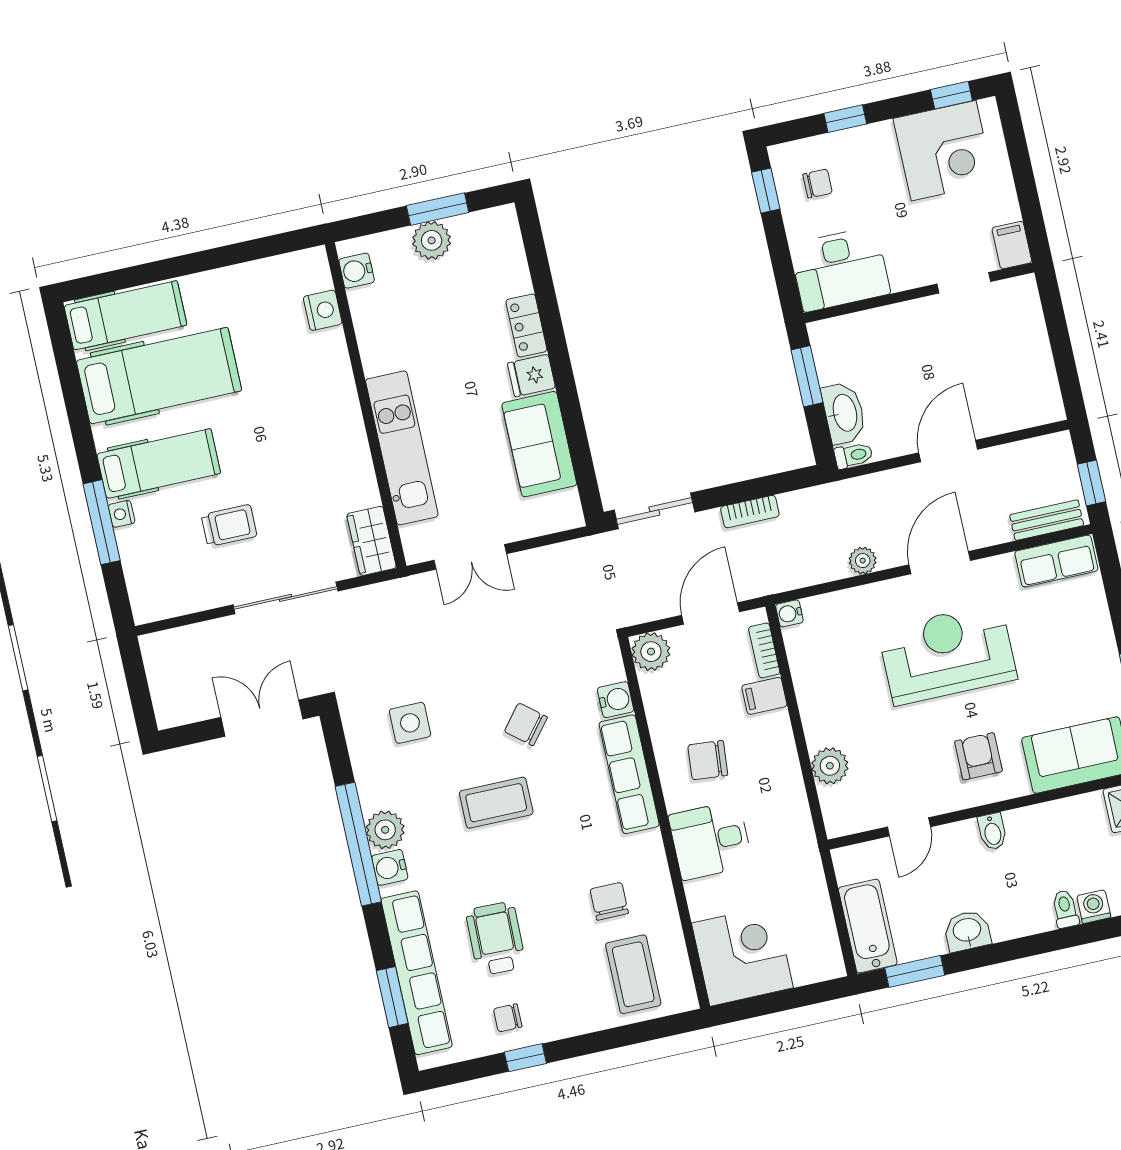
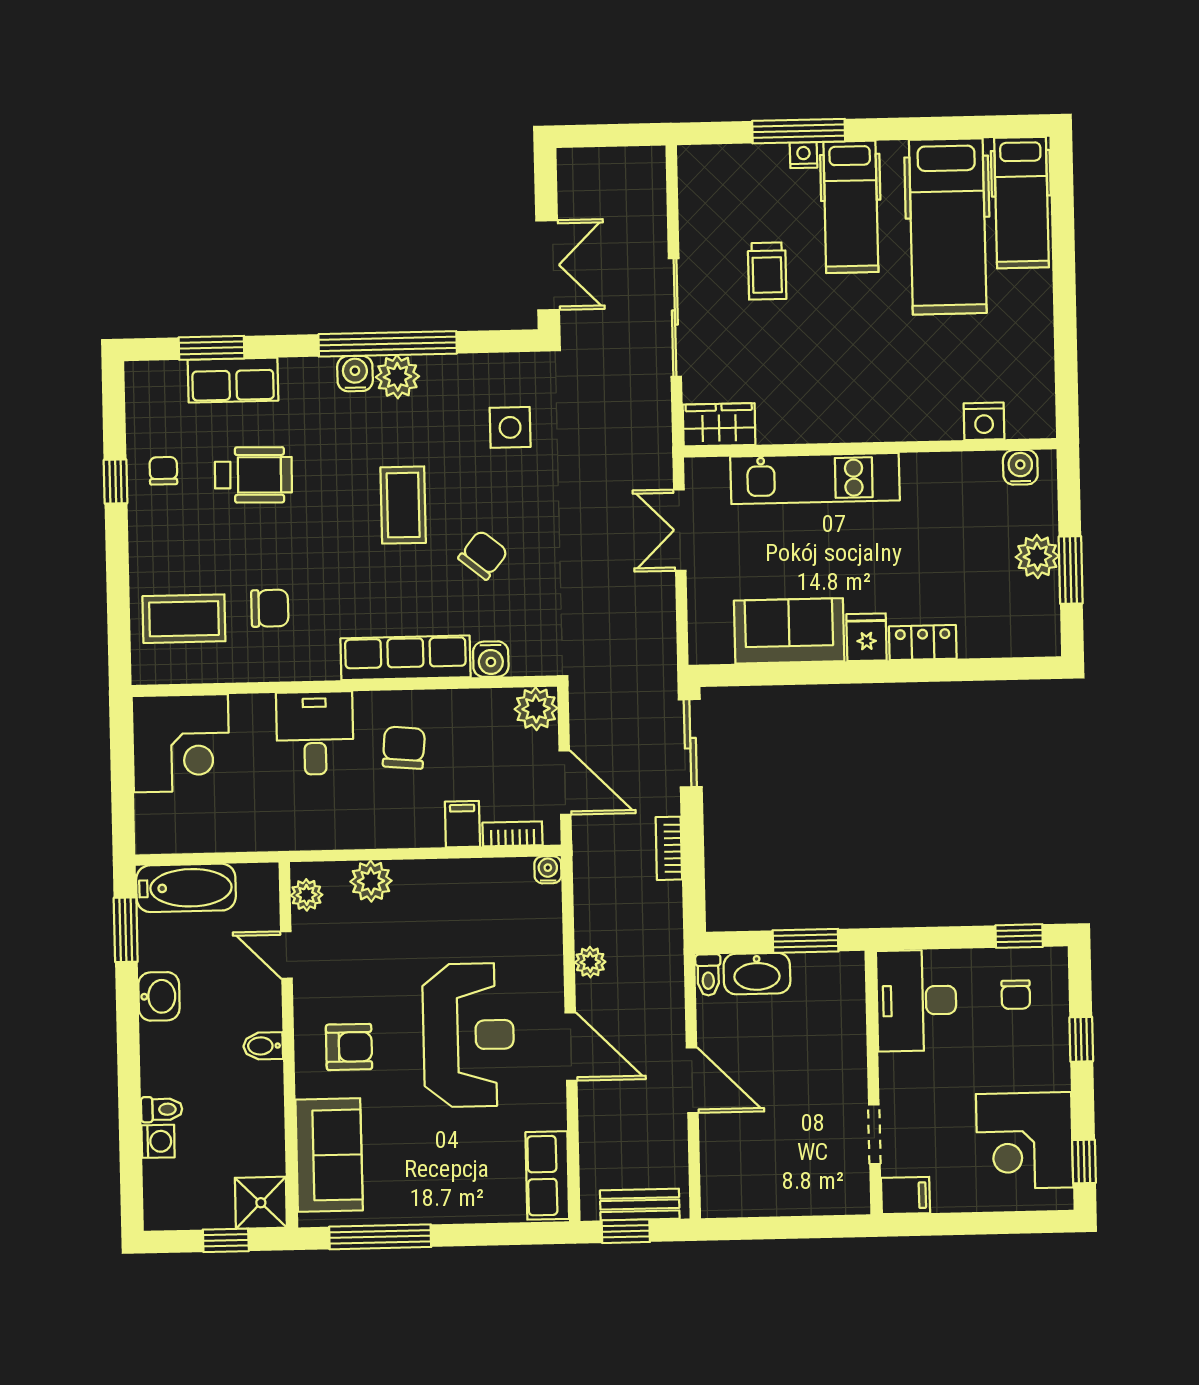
bench: (1047, 520) -> (640, 1205), moved, turned 90
plant: (853, 820) -> (307, 895), added
row of seats: (417, 973) -> (233, 380), width x0.50

